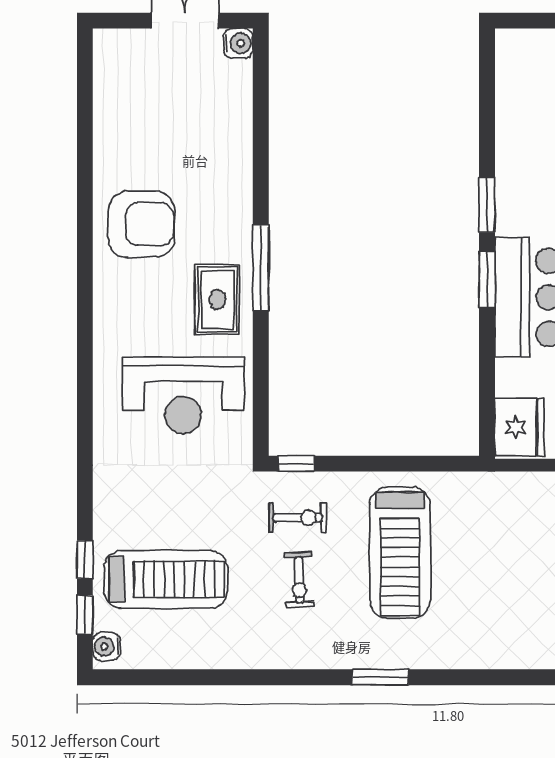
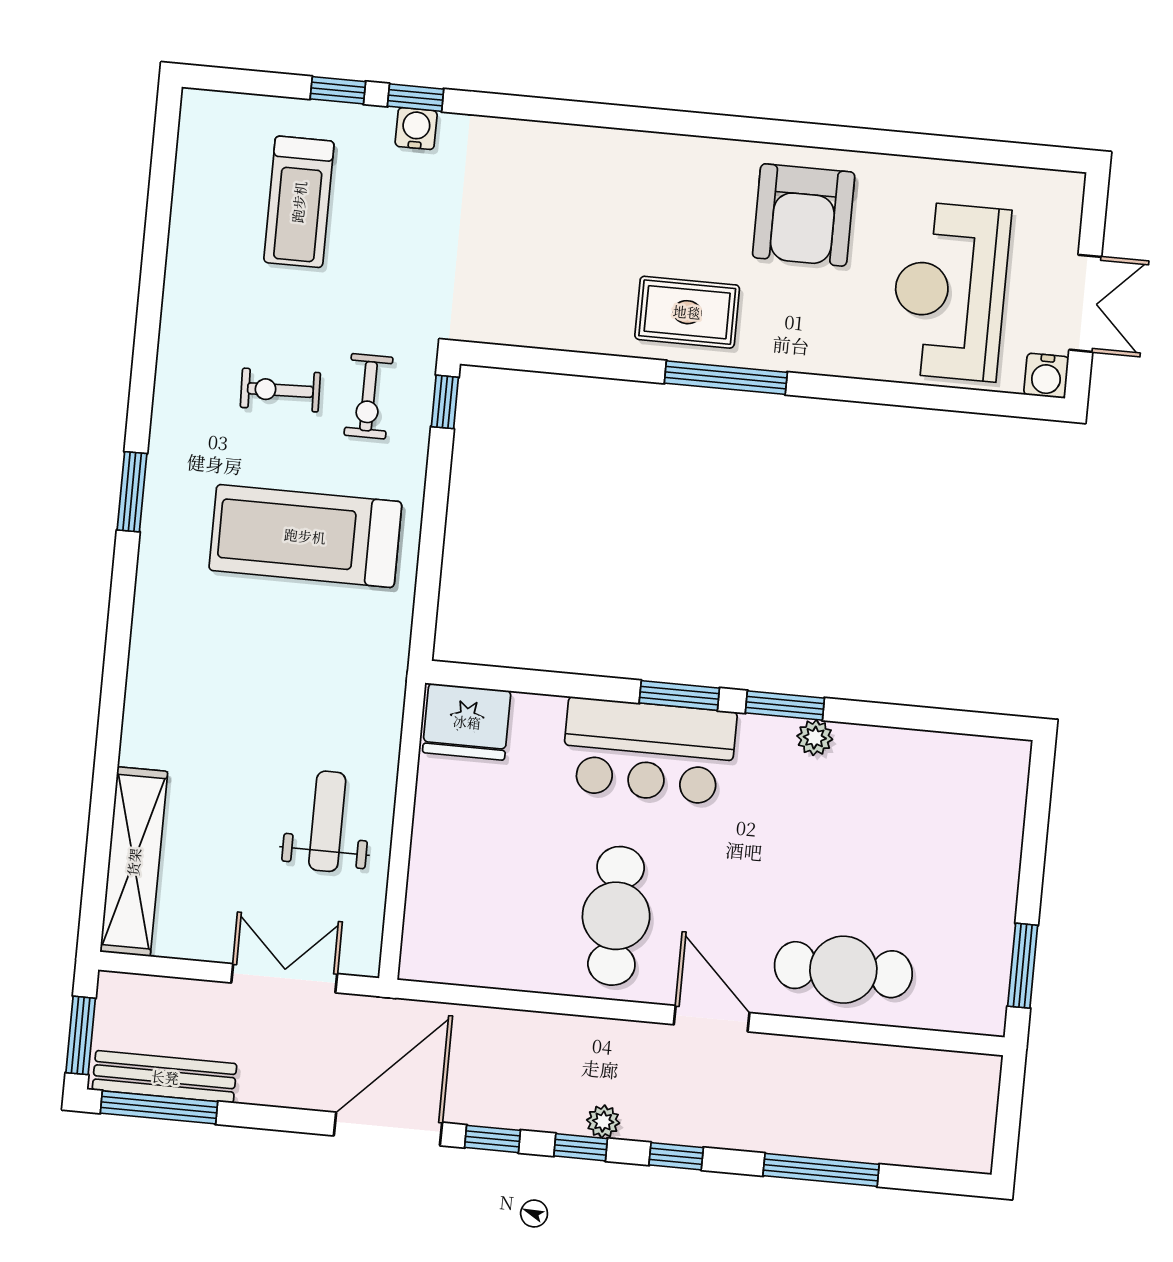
plant: (508, 182) -> (815, 738), added
reception desk: (183, 395) -> (950, 291), moved
treadmill: (166, 579) -> (299, 202), width x0.73, depth x0.73
window: (85, 615) -> (416, 98), moved
water cooler: (107, 646) -> (416, 129), moved

